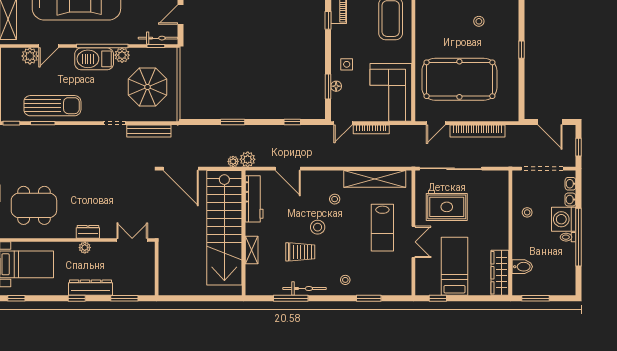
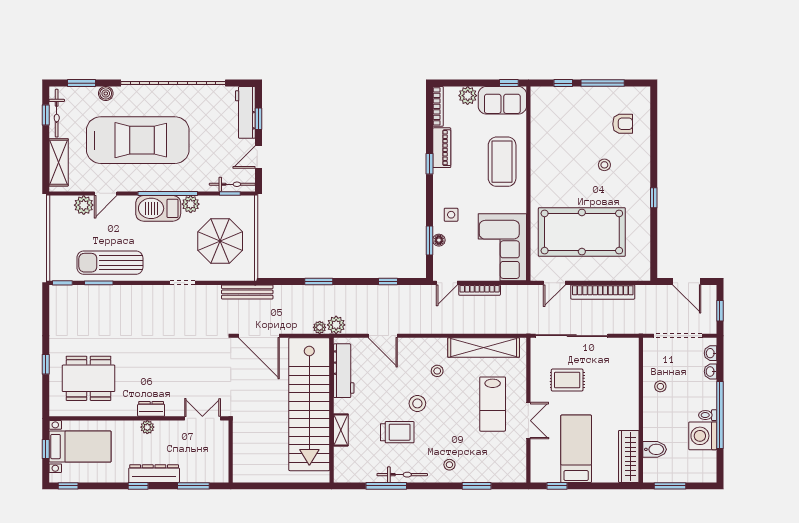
sun lounger: (52, 106) -> (110, 263), turned 180
bench: (149, 131) -> (247, 292), moved
rug: (447, 207) -> (567, 380), width x0.73, depth x0.70
washing machine: (564, 219) -> (703, 436), moved

